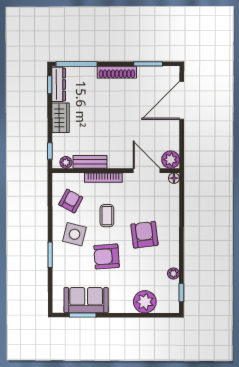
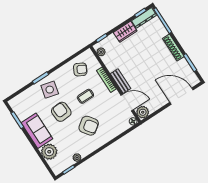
bench: (90, 162) -> (121, 81), moved
door: (147, 171) -> (127, 102), hinge flipped
side table: (75, 234) -> (50, 90), moved
armchair: (144, 235) -> (89, 126), turned 61
sofa: (86, 300) -> (37, 131), moved

